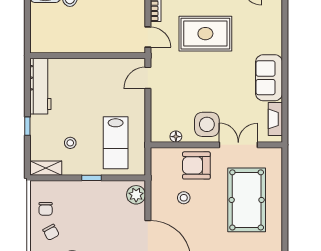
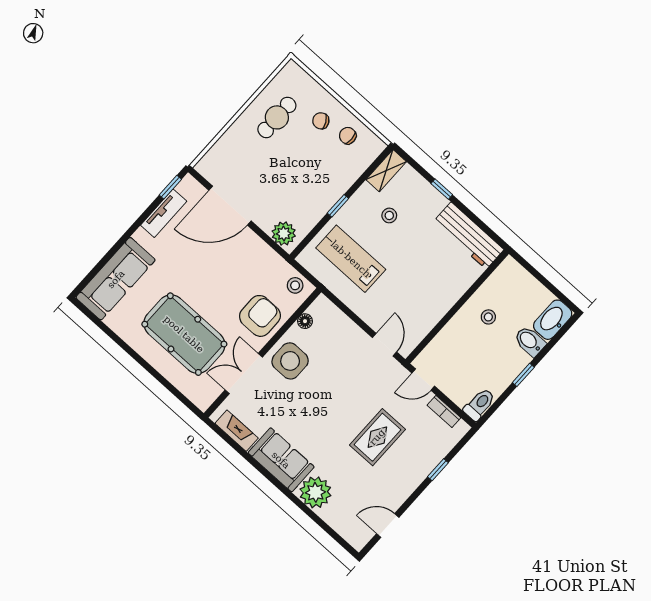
stool: (77, 32) -> (488, 317), added
rug: (205, 34) -> (377, 437), width x0.73, depth x0.70
plant: (270, 41) -> (315, 492), added
double door: (238, 145) -> (244, 373), swing flipped
stool: (184, 198) -> (295, 285), moved

